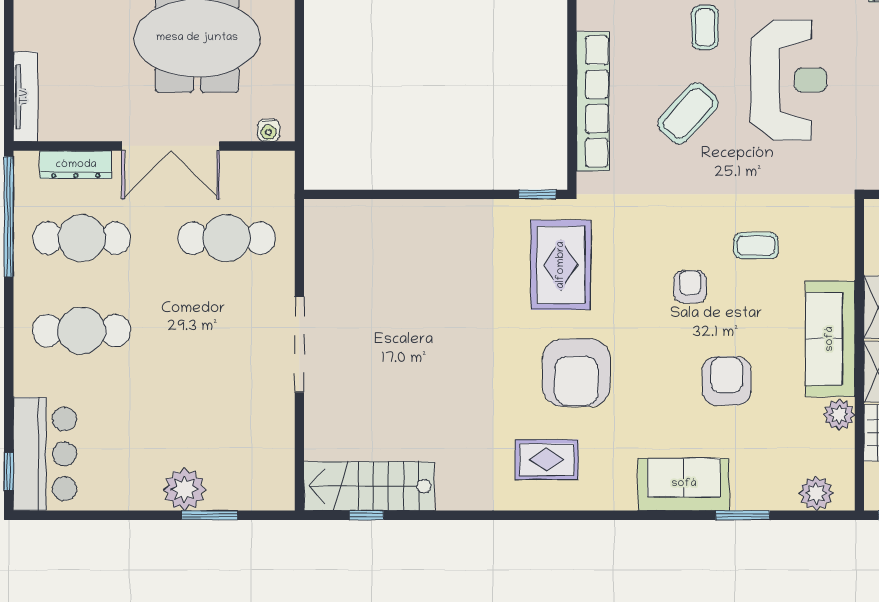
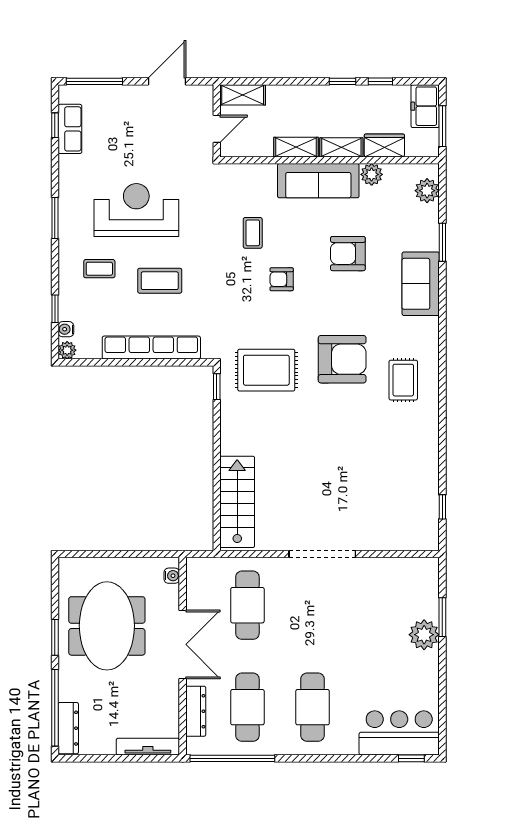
coffee table: (688, 113) -> (160, 281), turned -43
stairs: (369, 486) -> (237, 502), moved, turned 180

